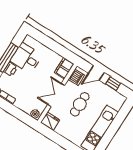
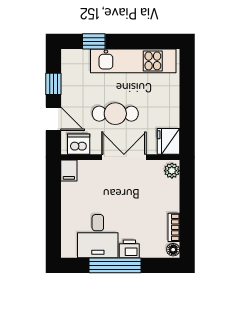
filing cabinet: (64, 68) -> (69, 171), width x0.50
double door: (56, 95) -> (124, 157), swing flipped
window: (121, 116) -> (94, 41), added

